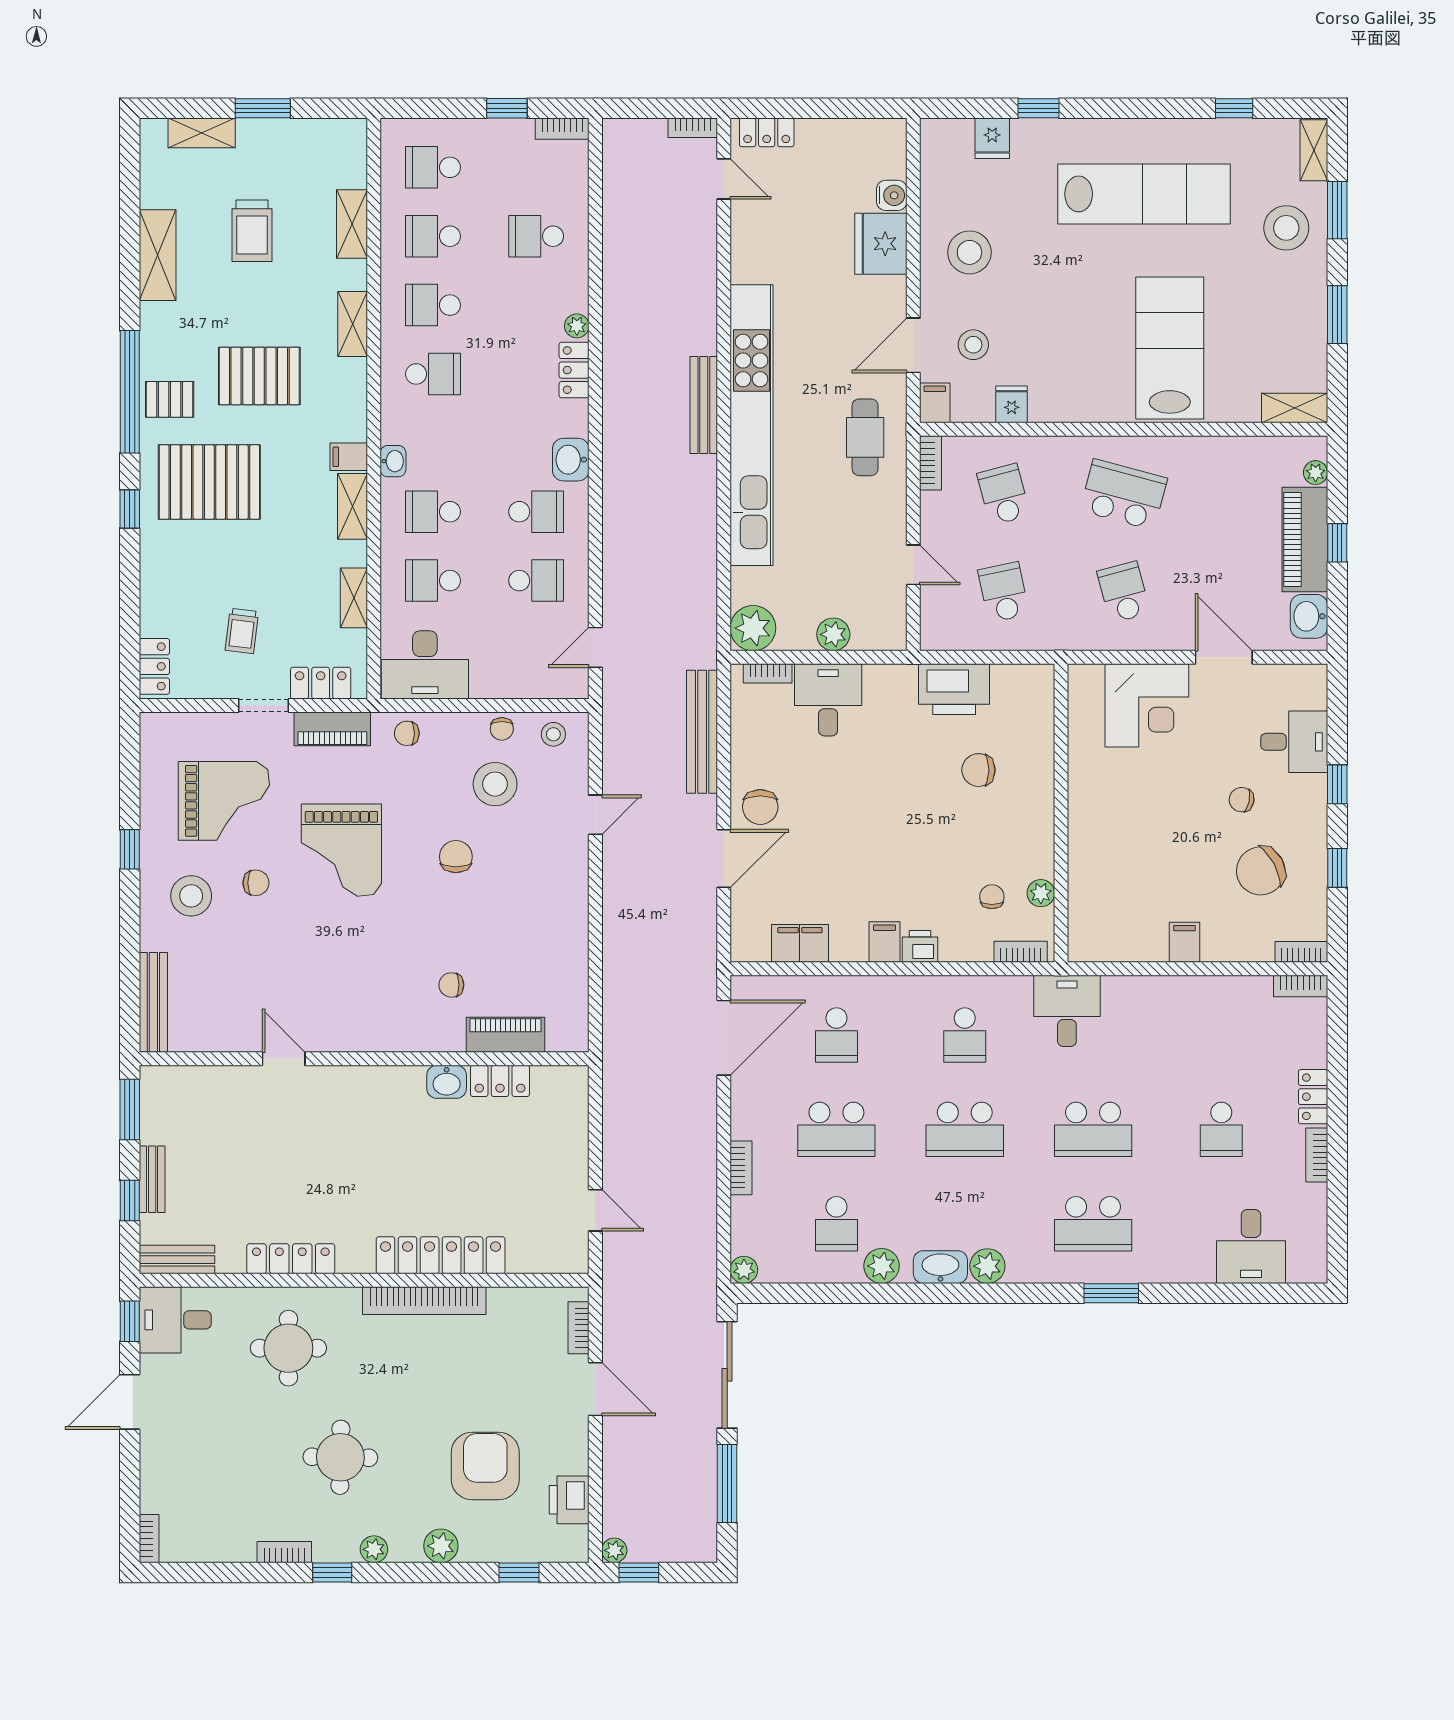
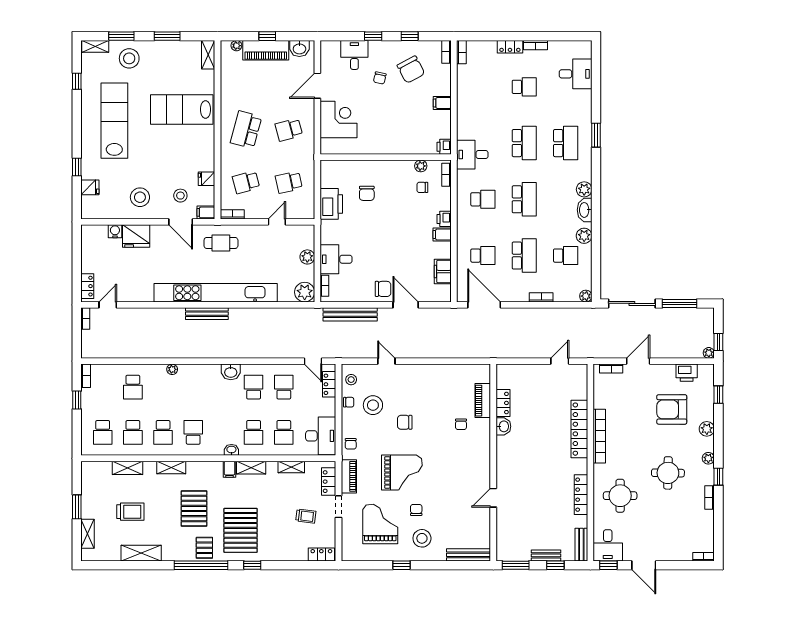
locker: (574, 370) -> (329, 384), moved, turned 90
printer: (1085, 947) -> (444, 147), added

